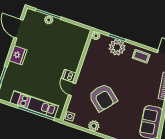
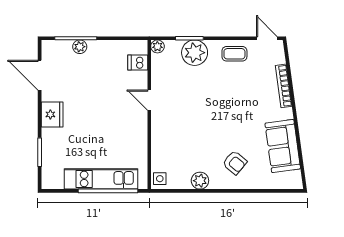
dishwasher: (69, 76) -> (138, 63), moved
door: (72, 89) -> (149, 100), moved
armchair: (103, 97) -> (235, 163), moved, width x0.53, depth x0.53

